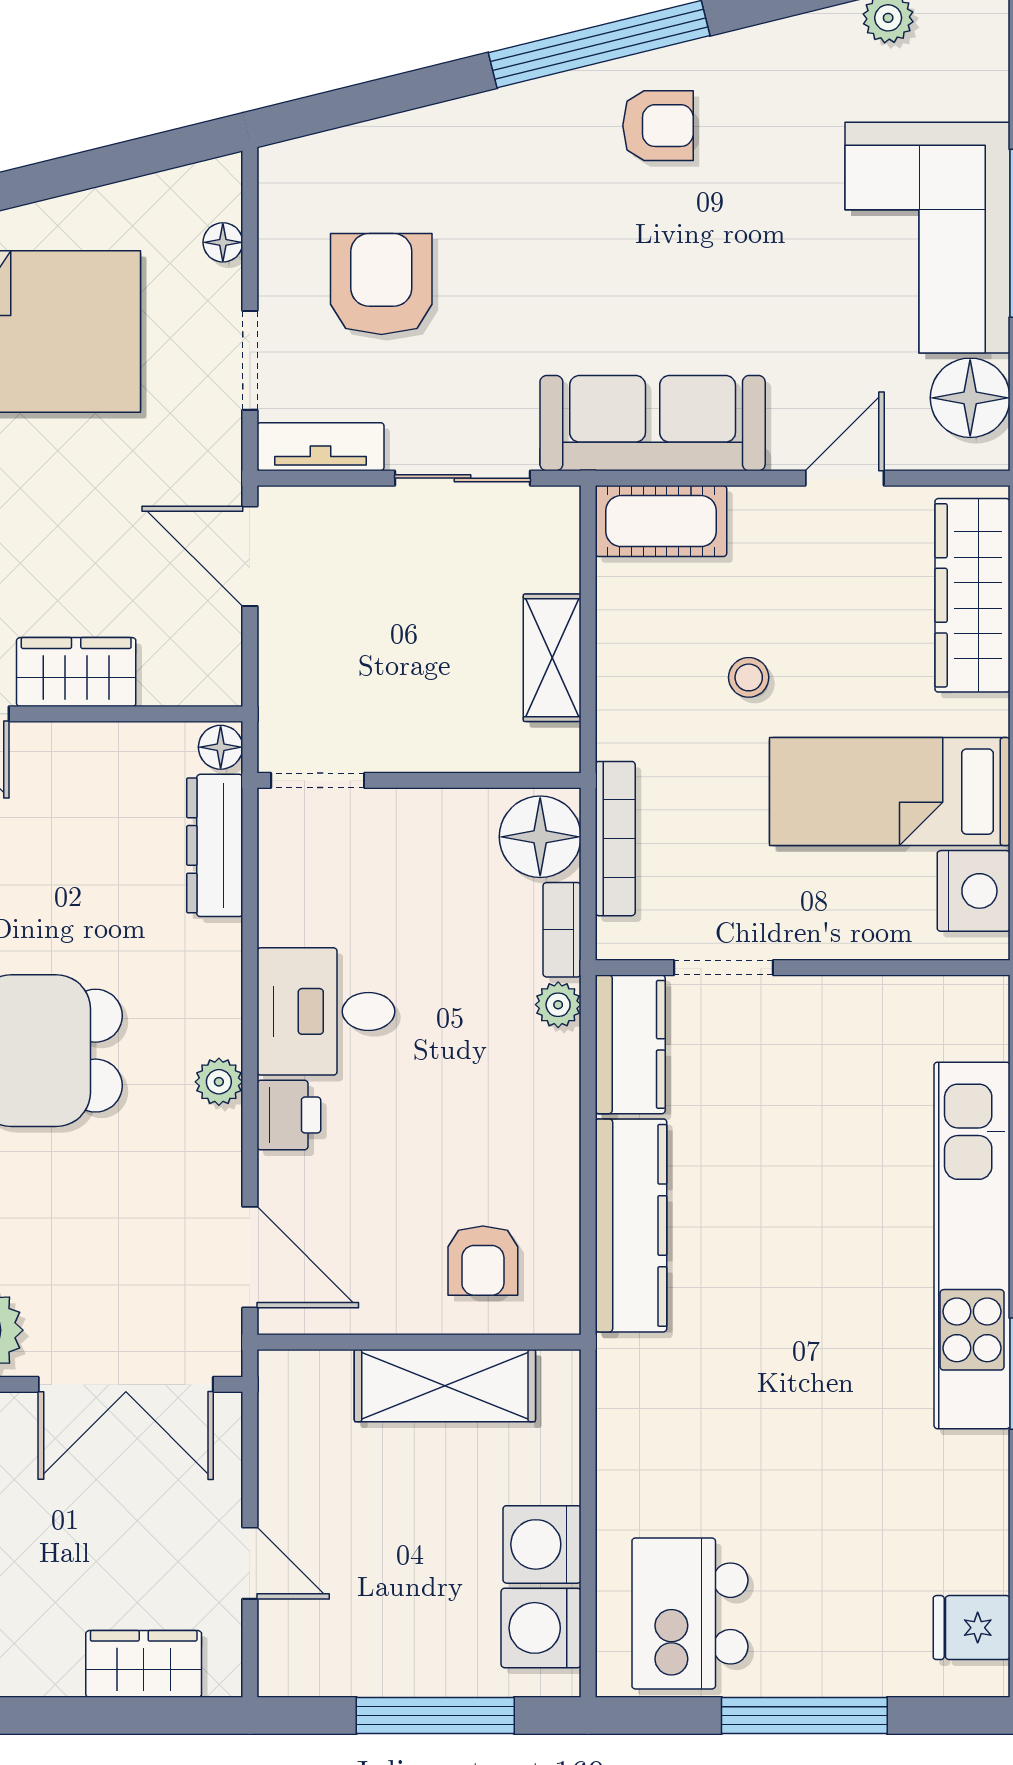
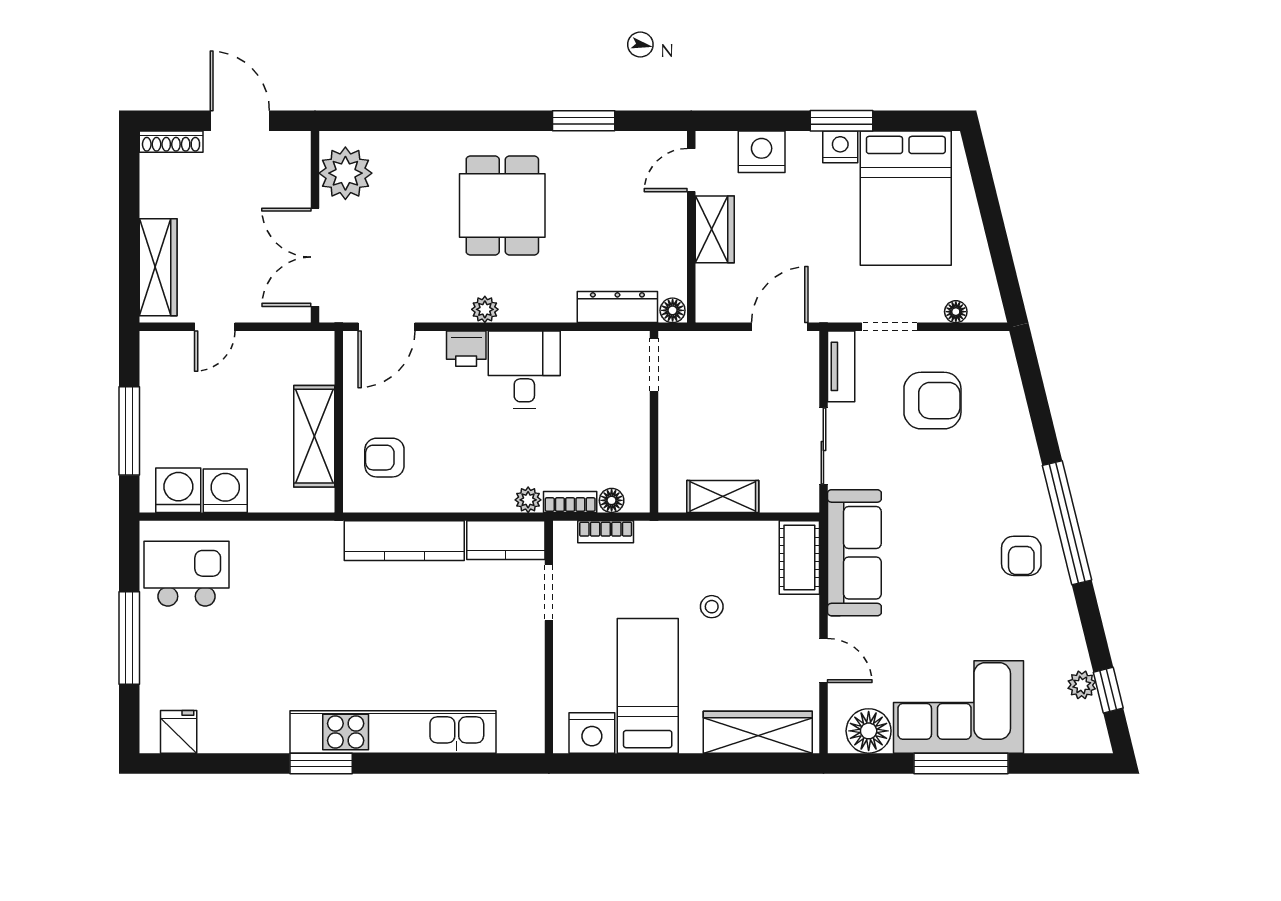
floor lamp: (540, 837) -> (612, 500), width x0.53, depth x0.53
bookcase: (615, 839) -> (606, 532), width x0.64
wardrobe: (144, 1664) -> (158, 267), width x1.50

